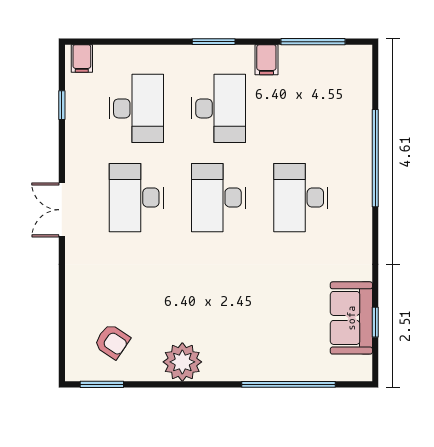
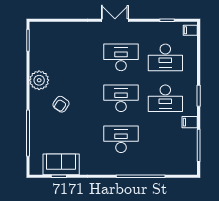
armchair: (112, 341) -> (61, 104), moved

